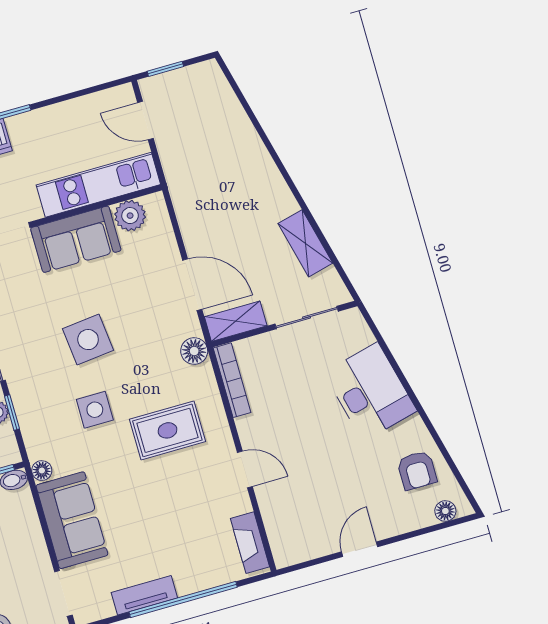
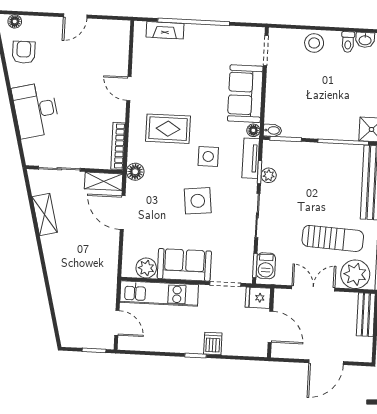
fireplace: (250, 543) -> (165, 30), moved, turned 90
tv unit: (144, 595) -> (251, 158), moved, turned 90

